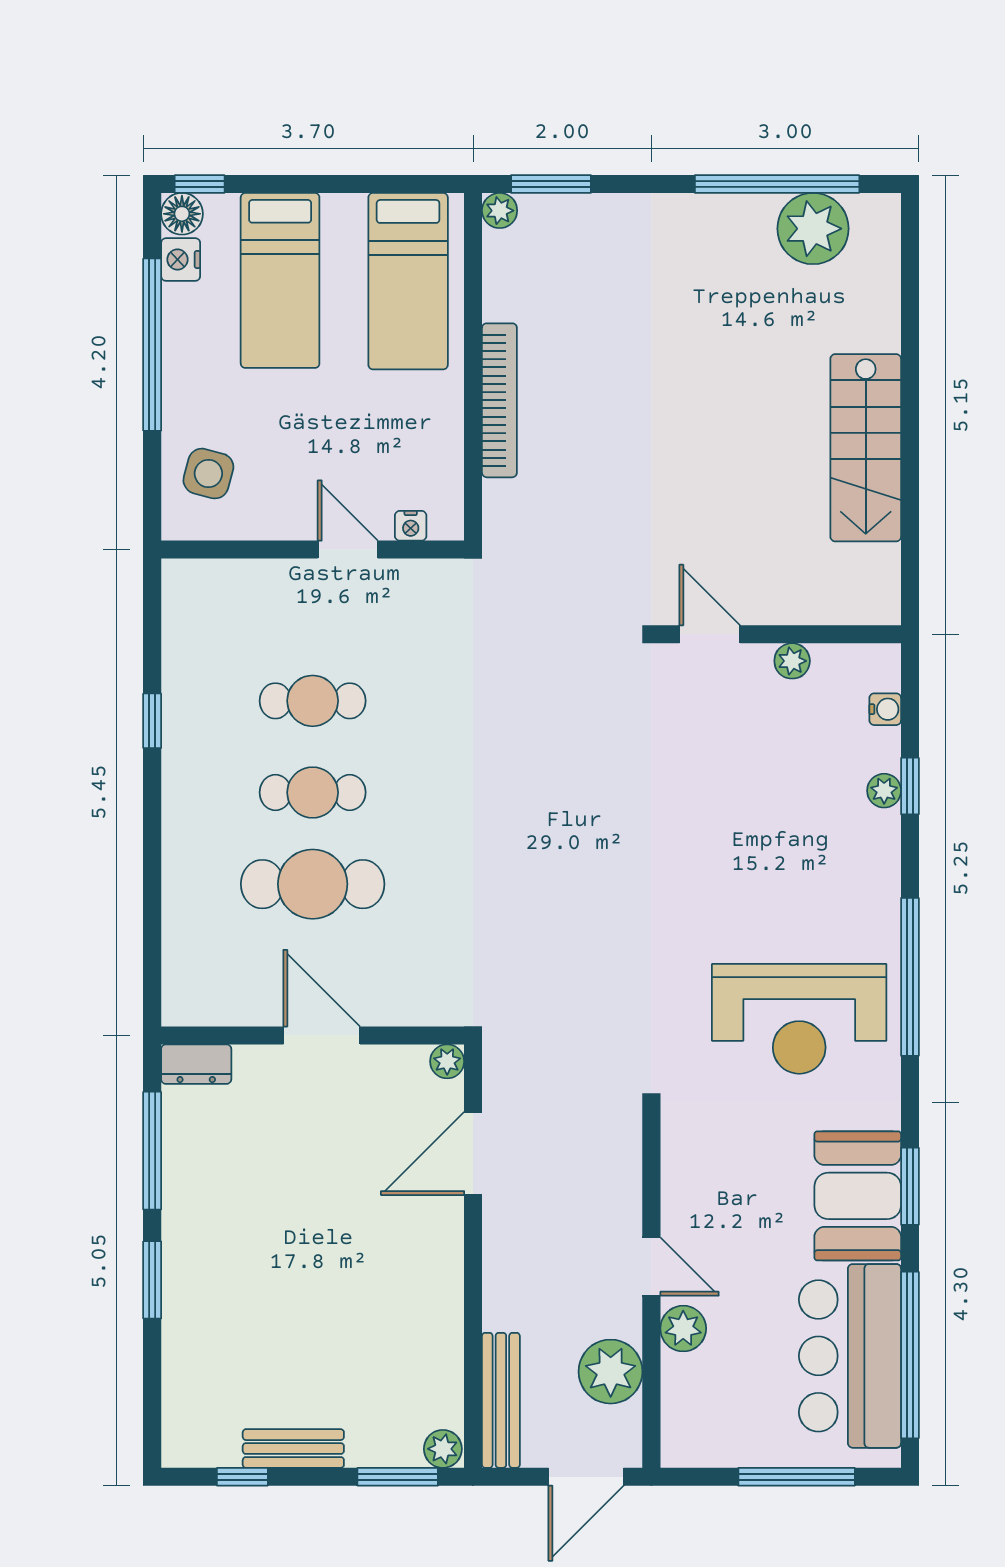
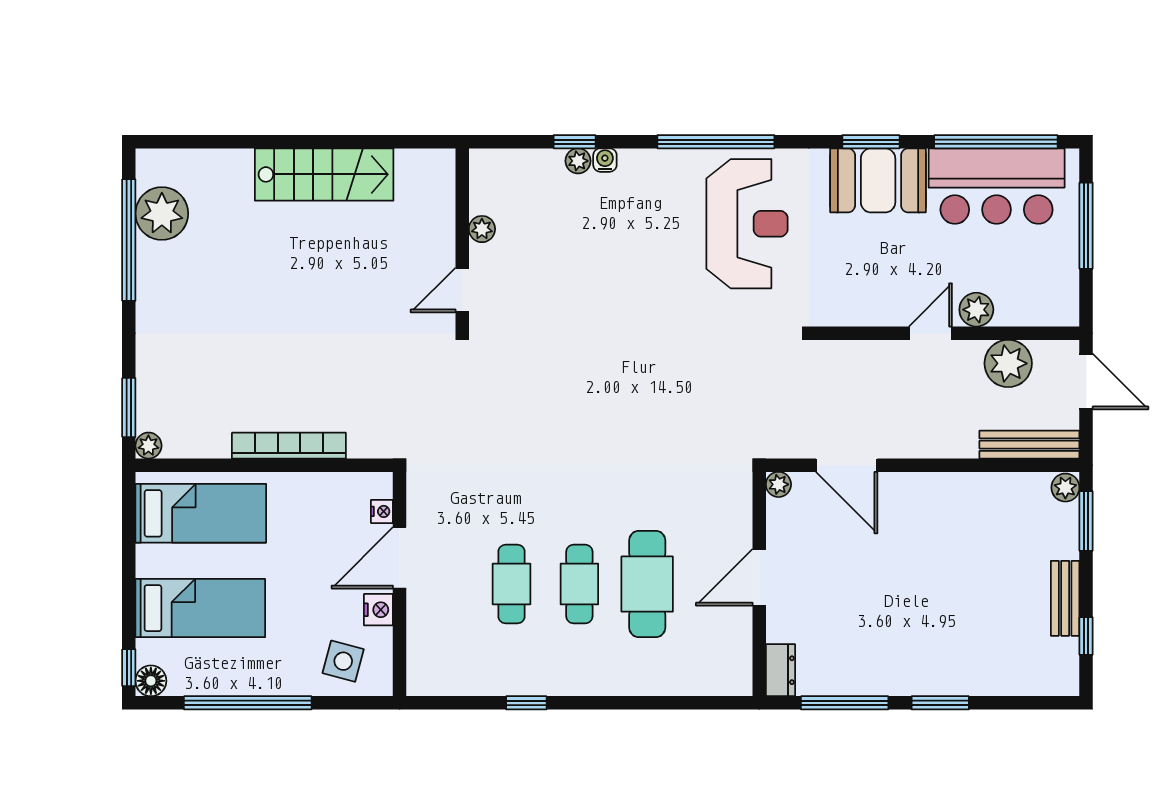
nightstand: (181, 260) -> (378, 610), moved, turned -90
door: (348, 550) -> (399, 558), width x1.38
water cooler: (885, 709) -> (605, 160), moved

